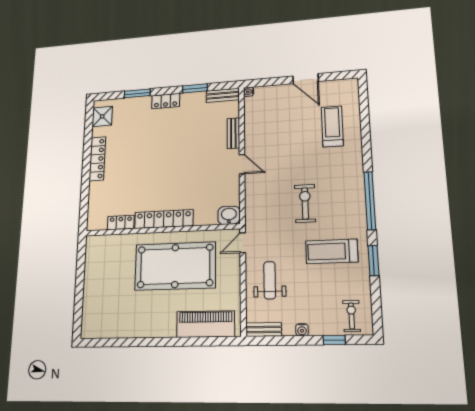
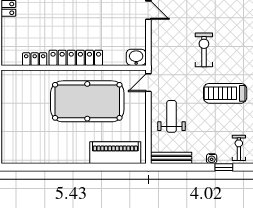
bench: (264, 329) -> (171, 158), width x1.36
water cooler: (302, 330) -> (212, 159), moved

